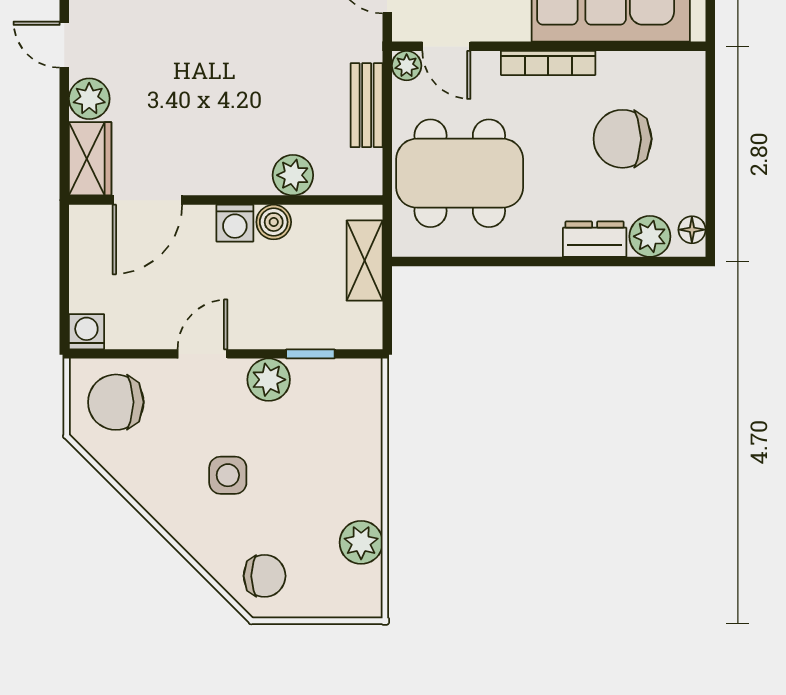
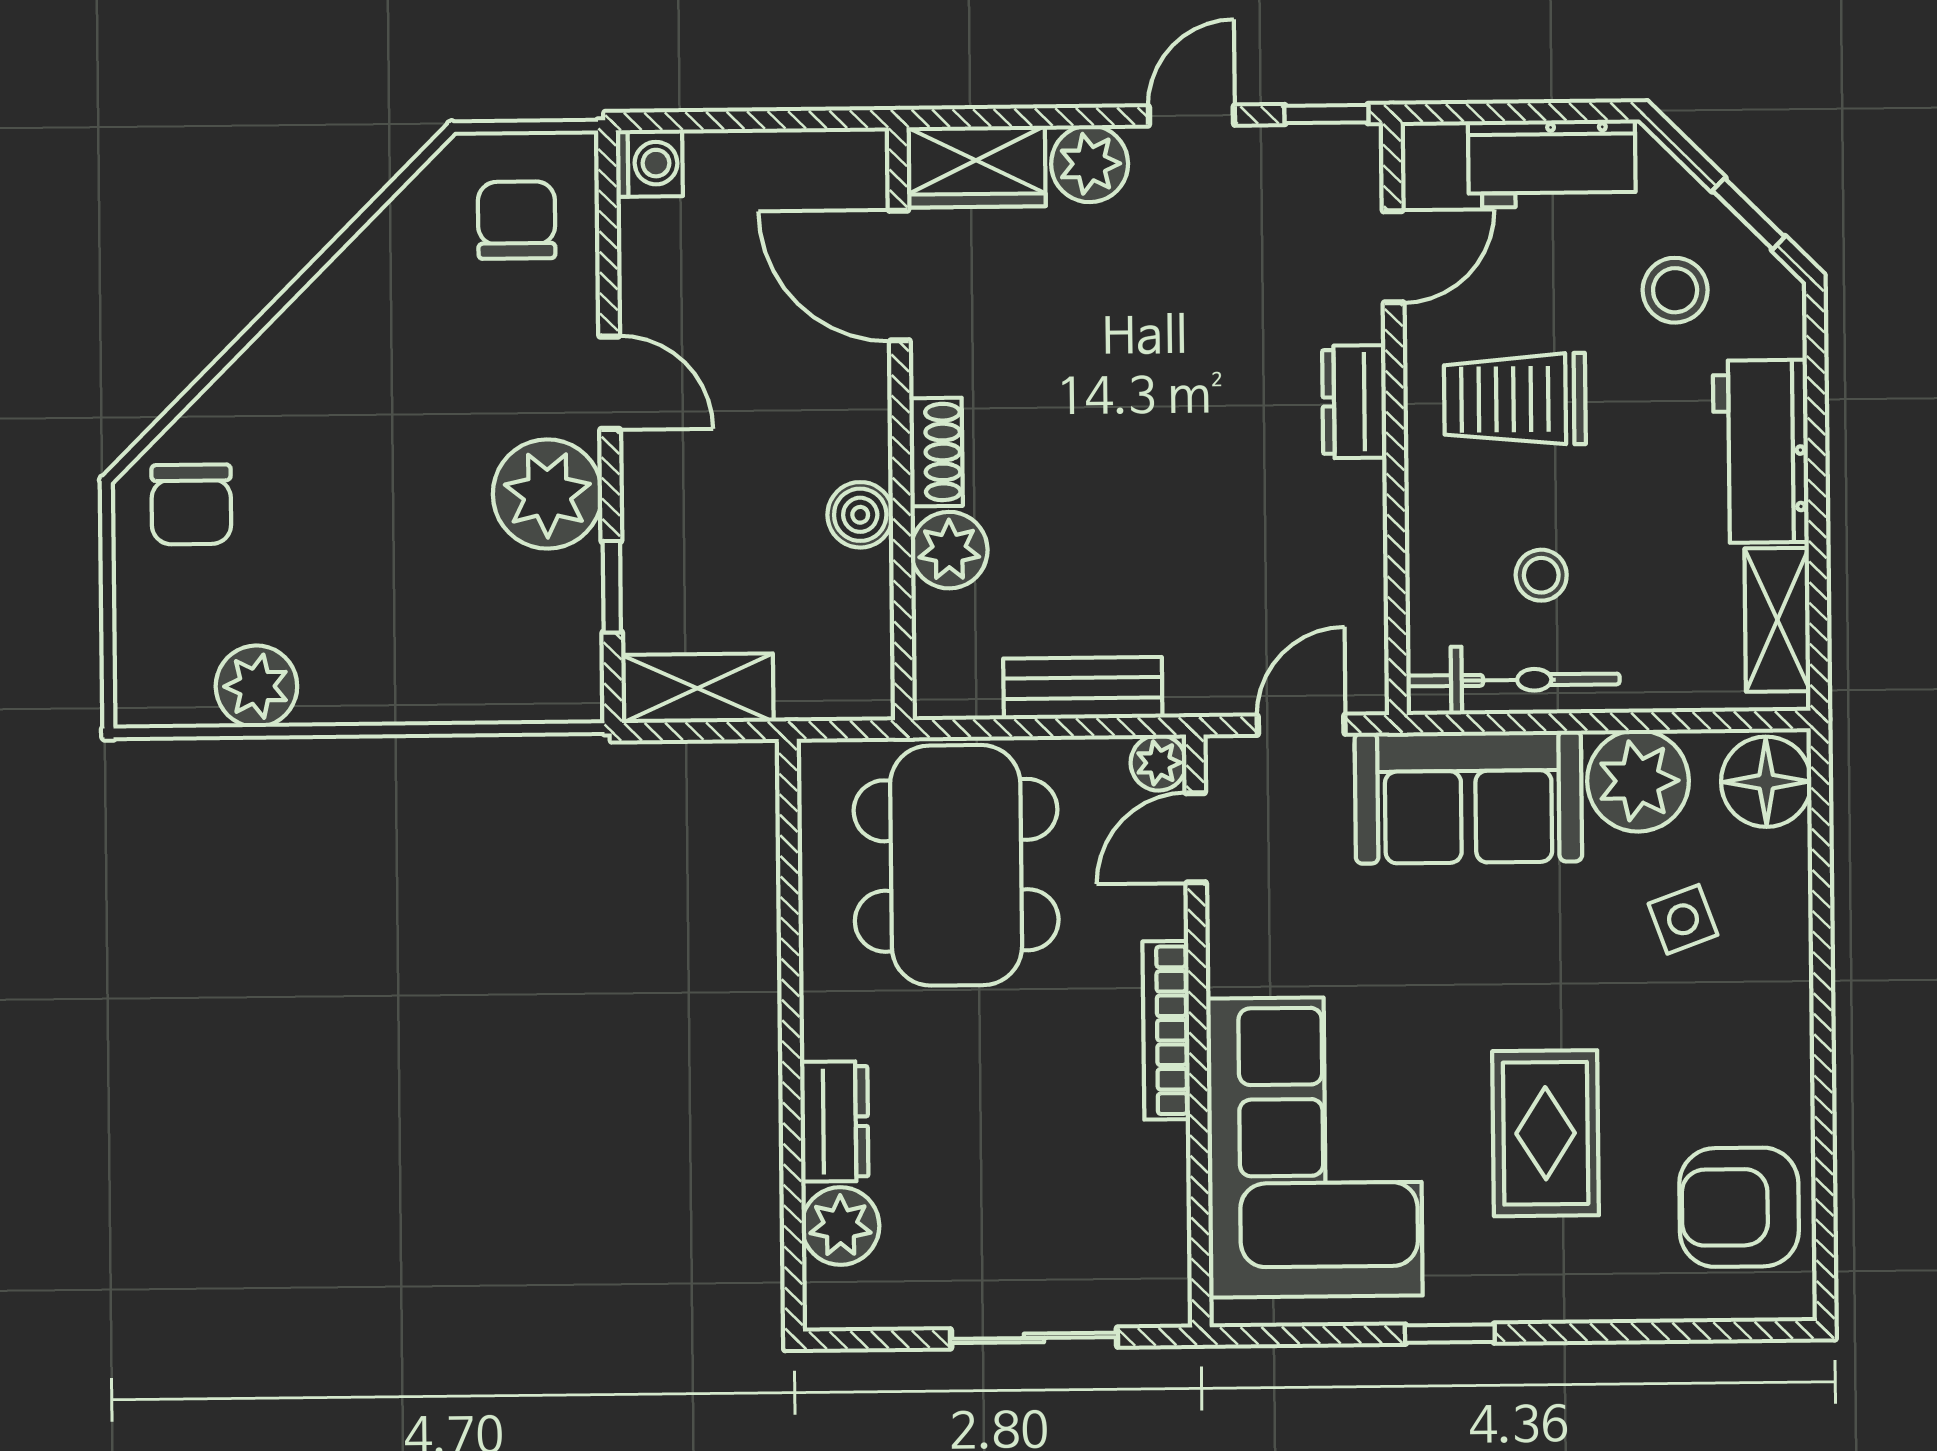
sliding door: (710, 135) -> (1034, 1338), added
chair: (623, 139) -> (1024, 1172), removed
shoe rack: (241, 182) -> (936, 452), added
washing machine: (235, 223) -> (857, 441), removed
floor lamp: (692, 230) -> (854, 1305), removed
shelving: (365, 261) -> (697, 688), moved
plant: (269, 380) -> (547, 494), width x1.36, depth x1.36
chair: (116, 402) -> (517, 220), width x0.73, depth x0.73
side table: (228, 475) -> (381, 433), removed

